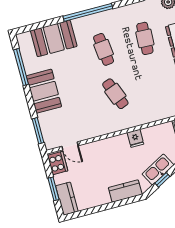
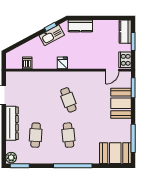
booth: (54, 38) -> (115, 153), moved
booth: (44, 91) -> (121, 103), moved
door: (70, 146) -> (112, 70), swing flipped

